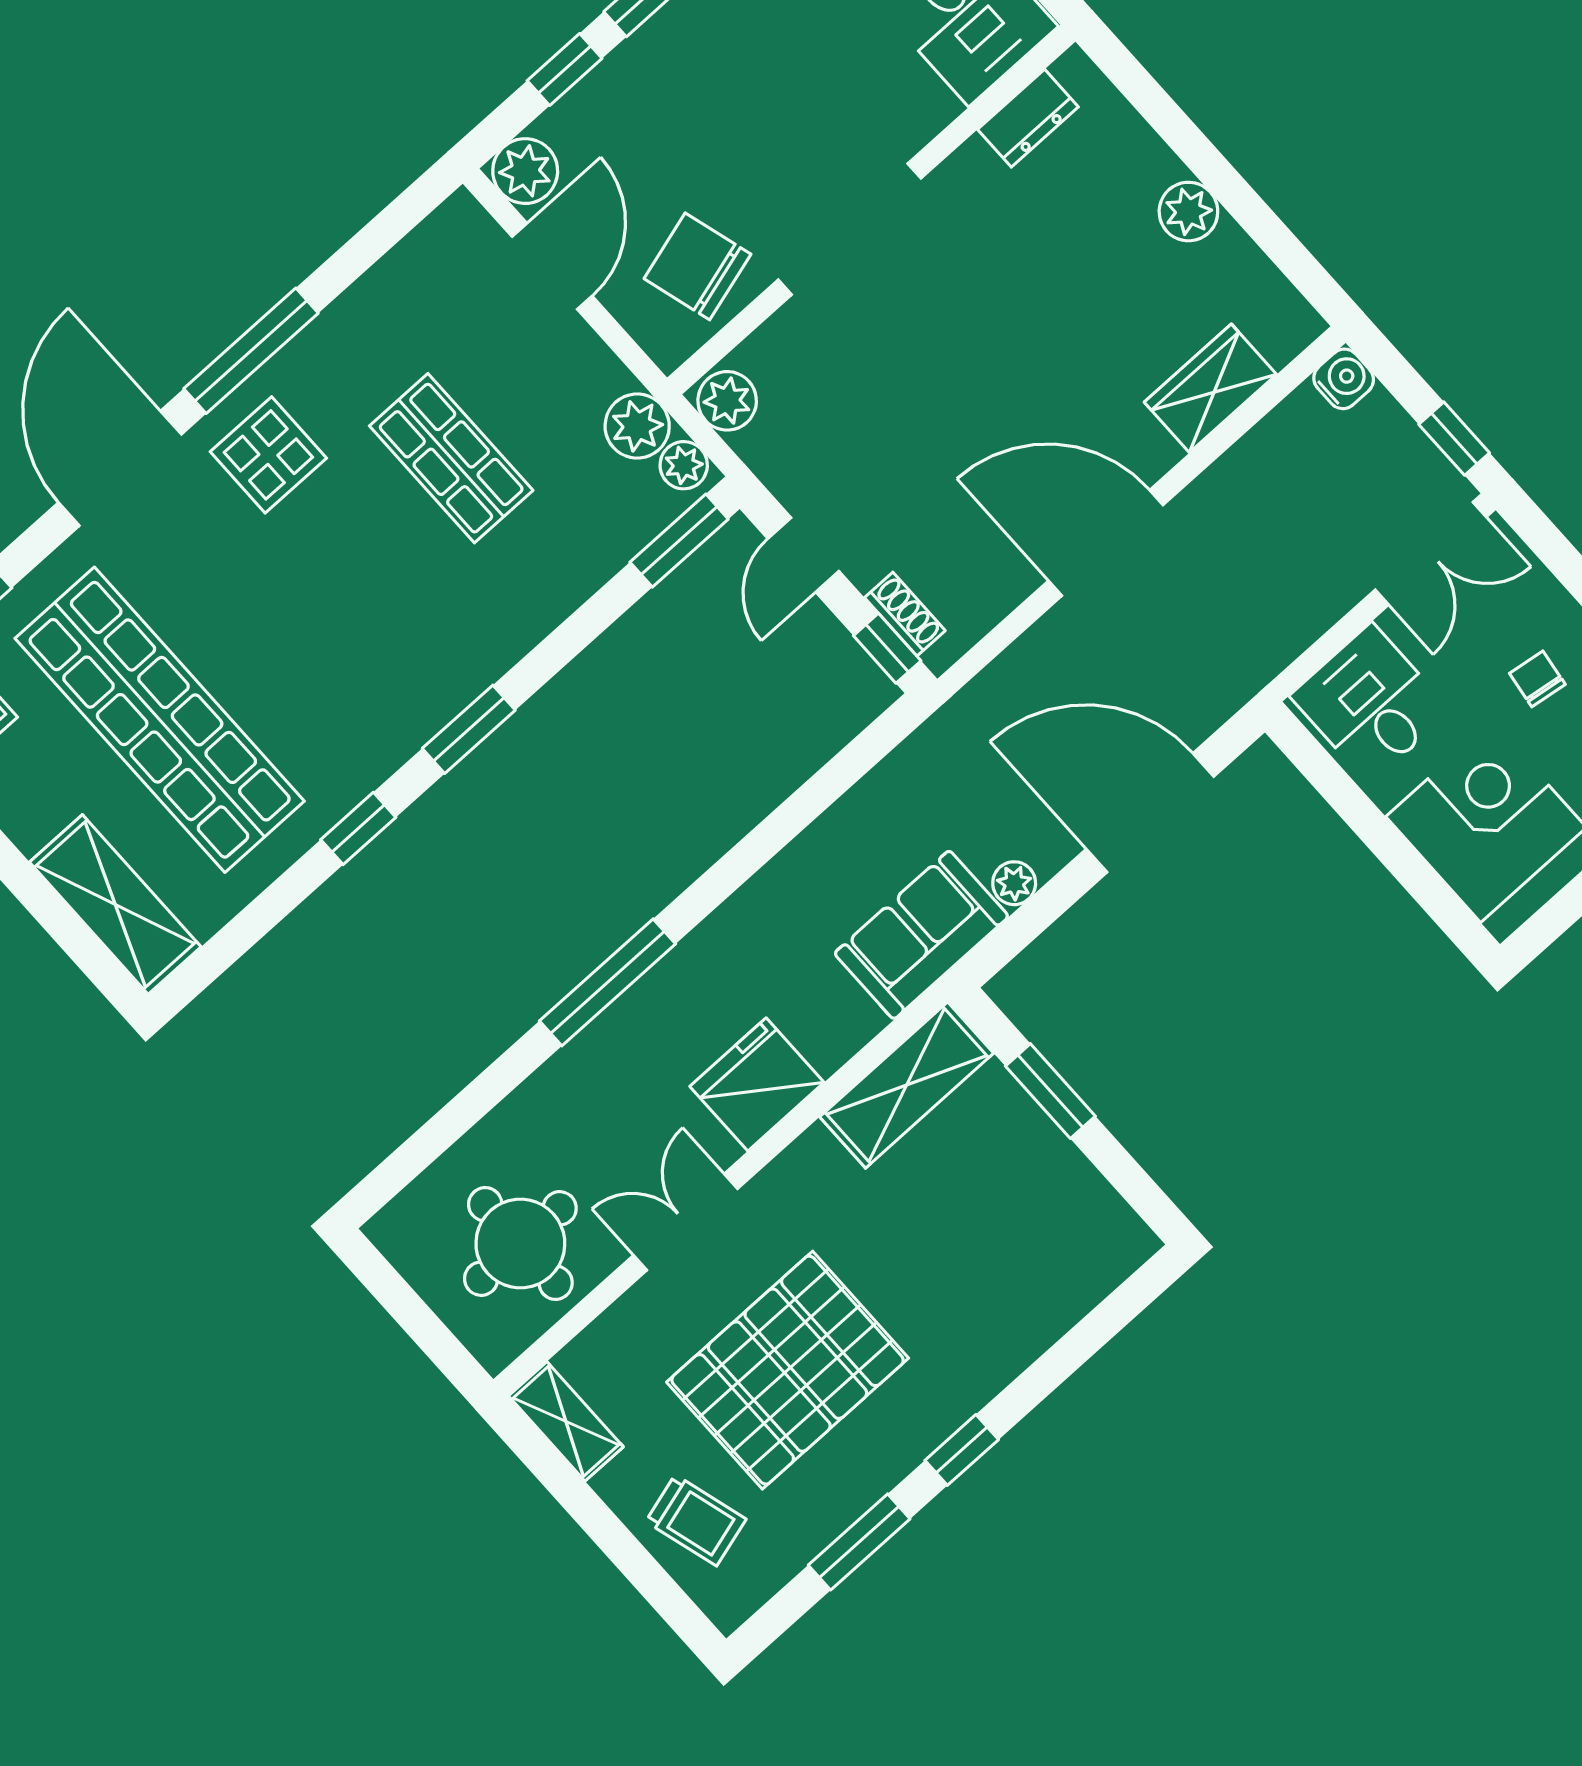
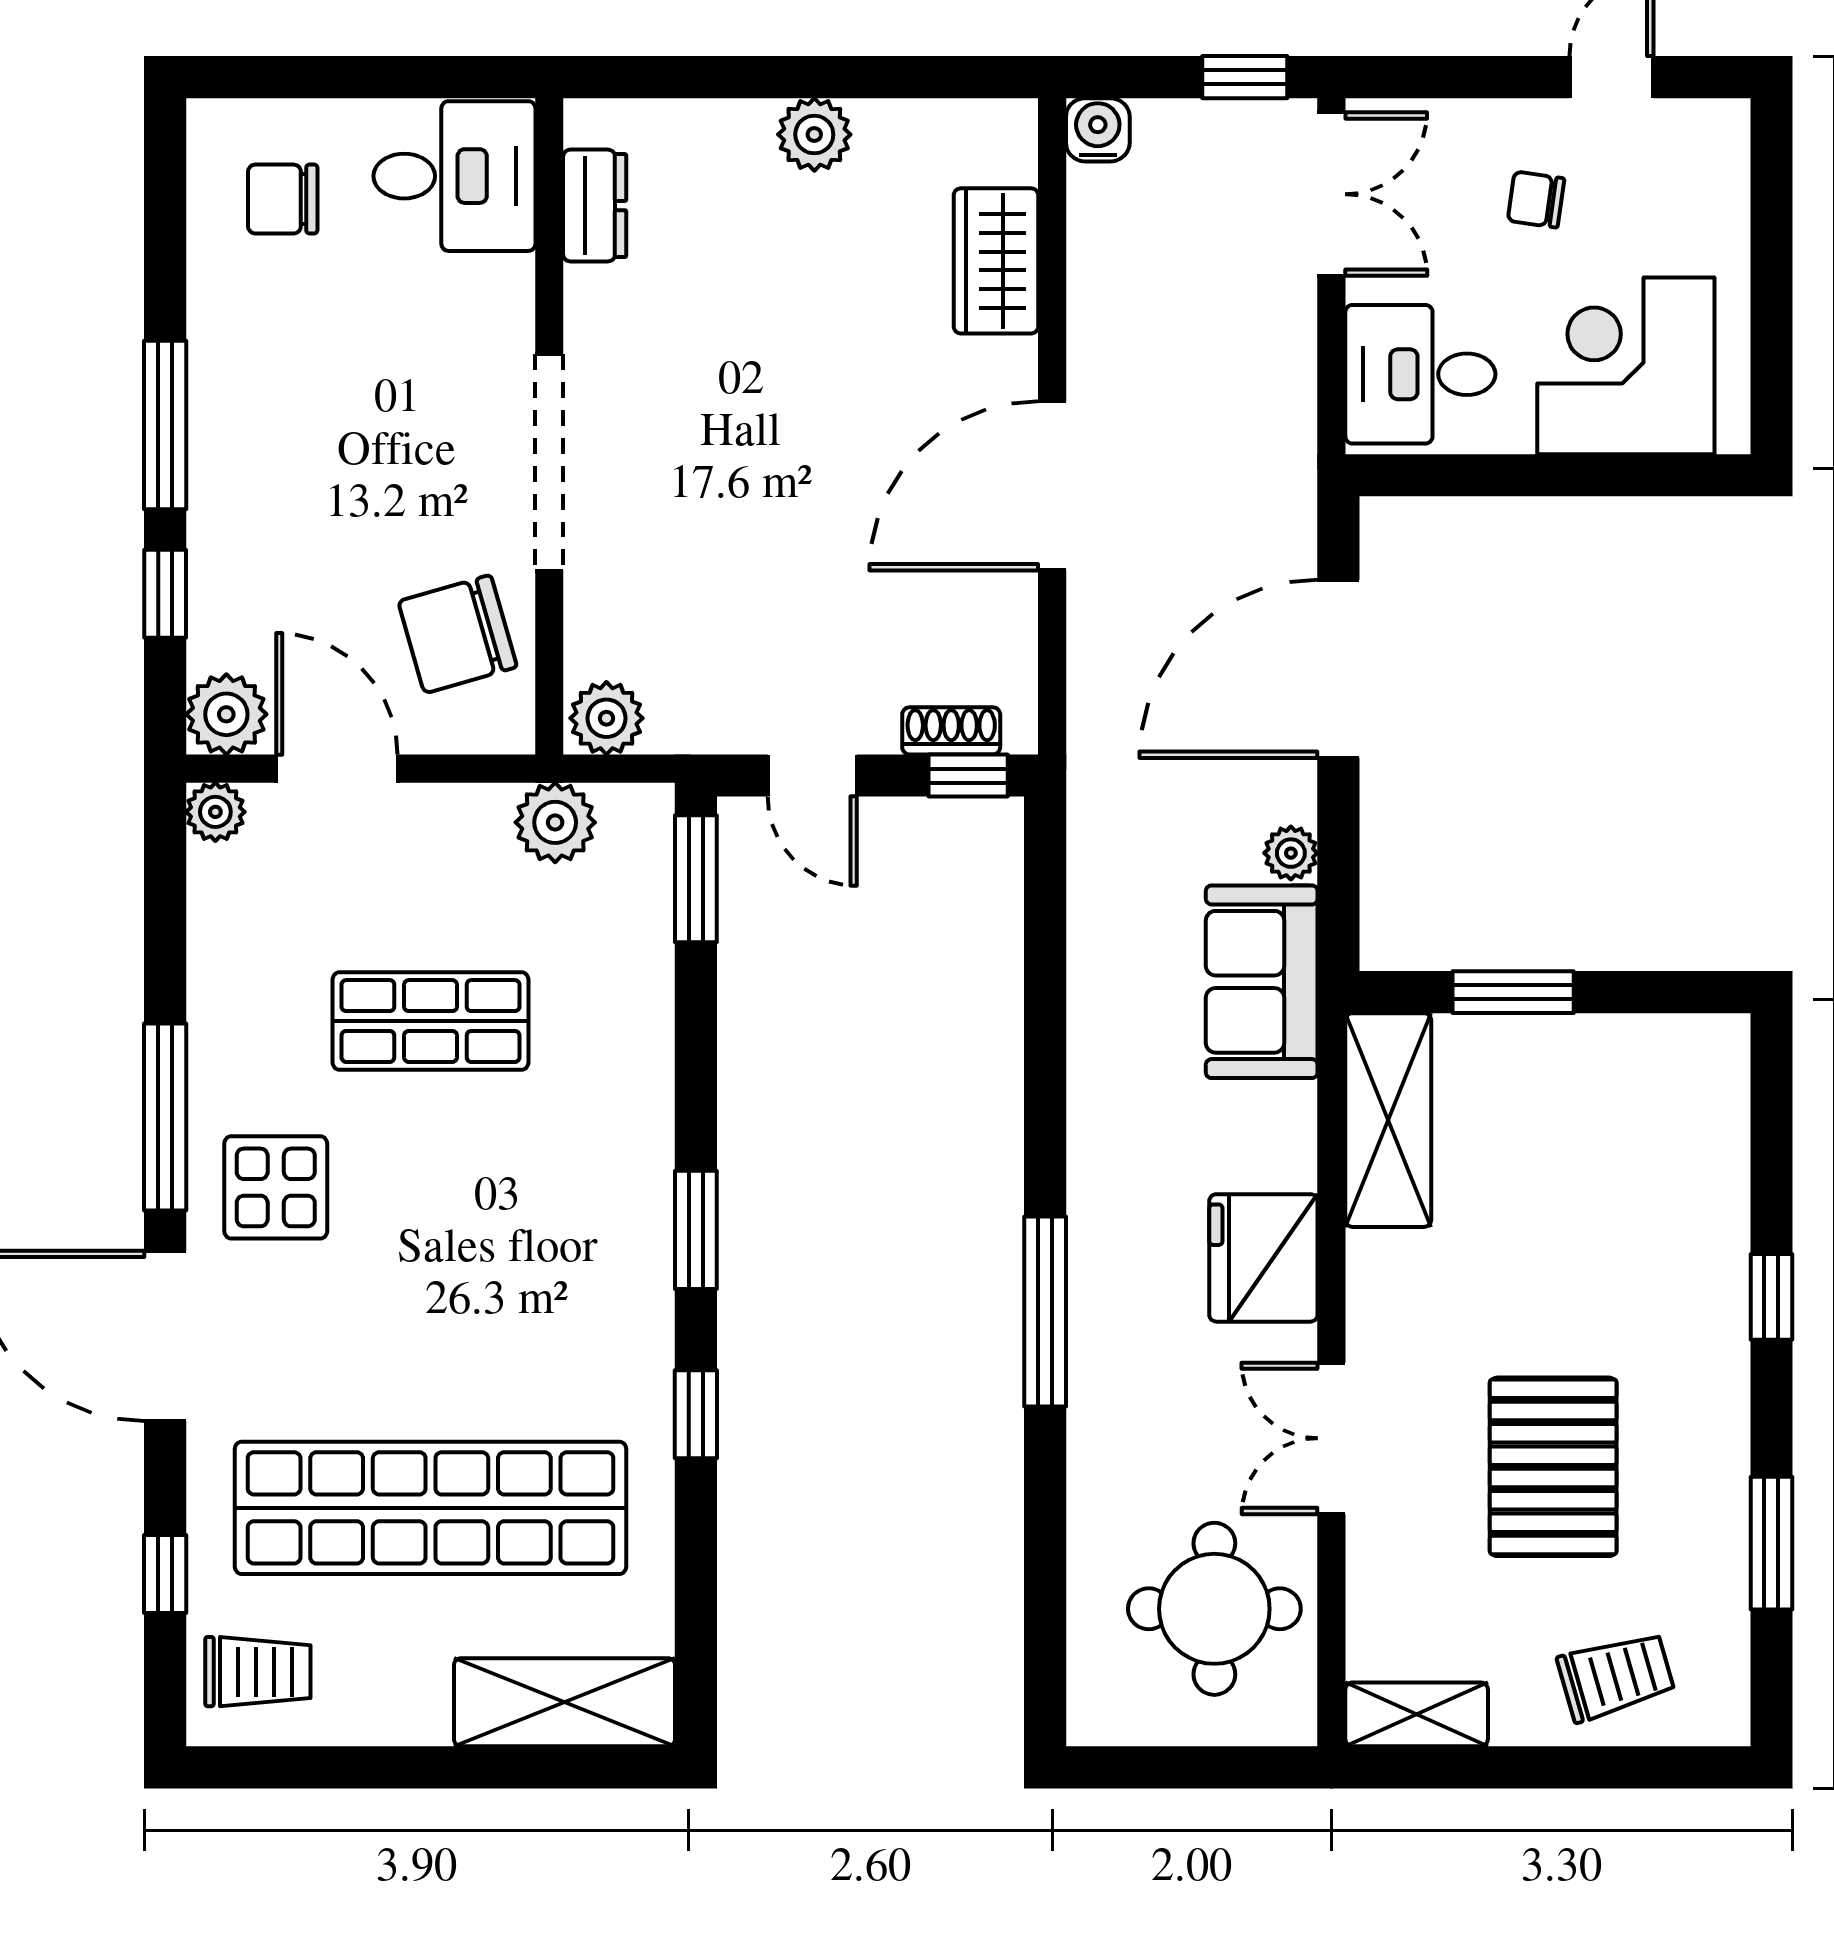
plant: (684, 465) -> (215, 812), moved
pallet: (788, 1370) -> (1553, 1467), width x0.73, depth x0.71
window: (962, 1450) -> (1771, 1297), moved

